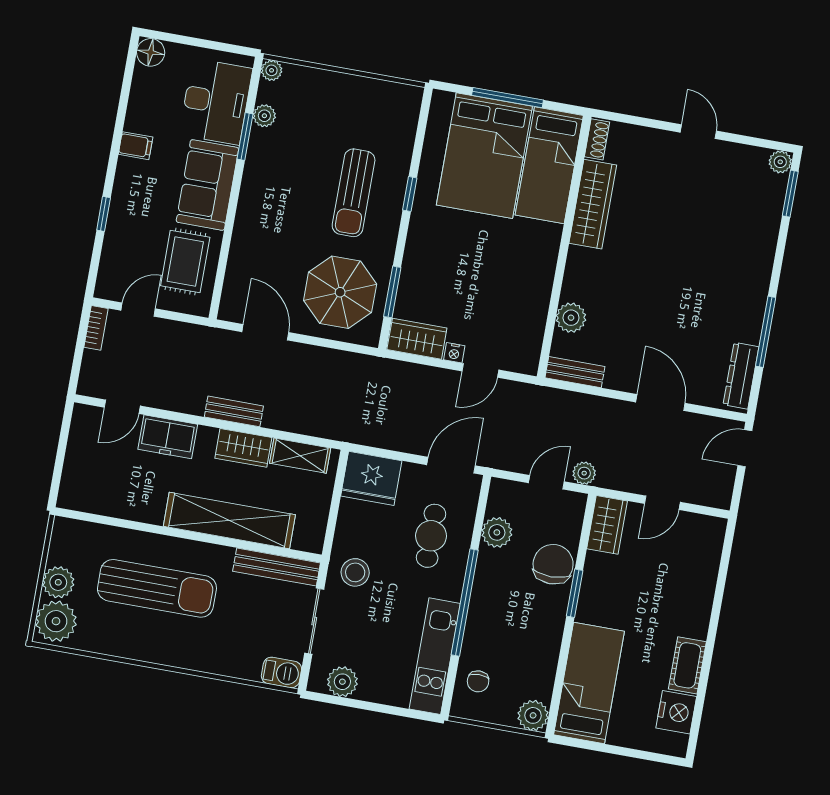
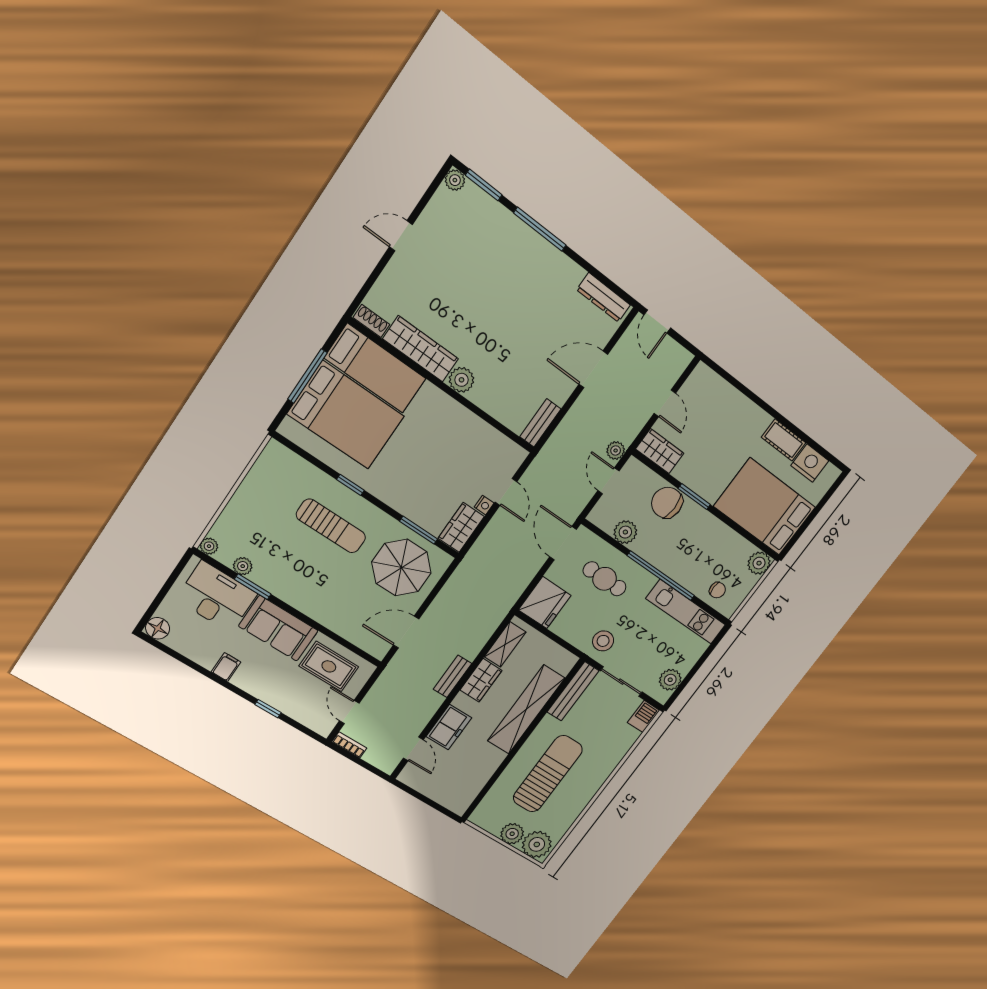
plant: (571, 318) -> (462, 380), moved
window: (766, 332) -> (540, 229), moved
bed: (589, 683) -> (765, 507), width x1.50

